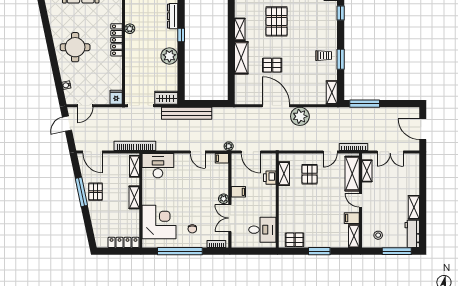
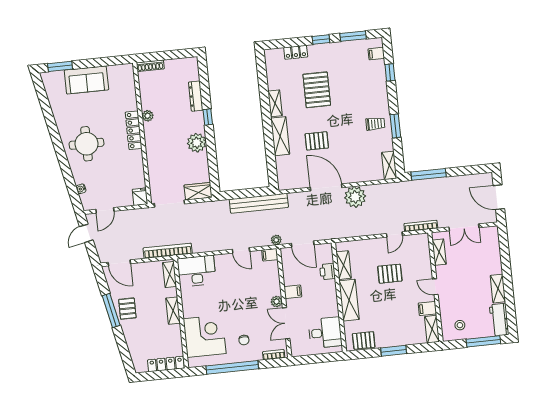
bench: (187, 113) -> (259, 203), moved
pallet: (310, 174) -> (390, 274), moved, turned 90
shelving: (352, 174) -> (349, 300), moved

